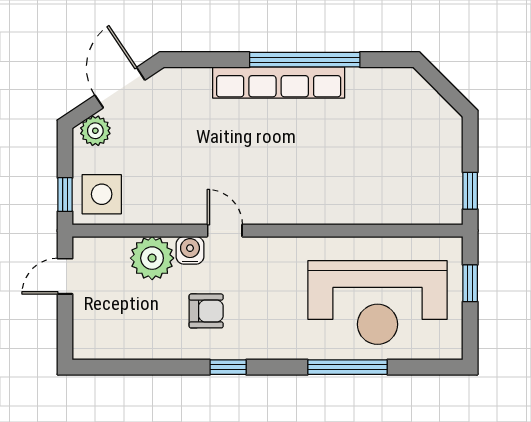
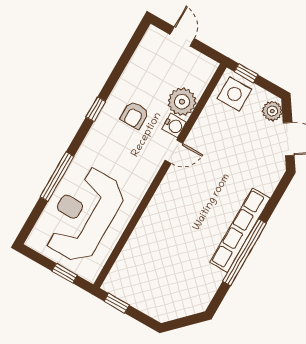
door: (65, 276) -> (182, 36), moved

